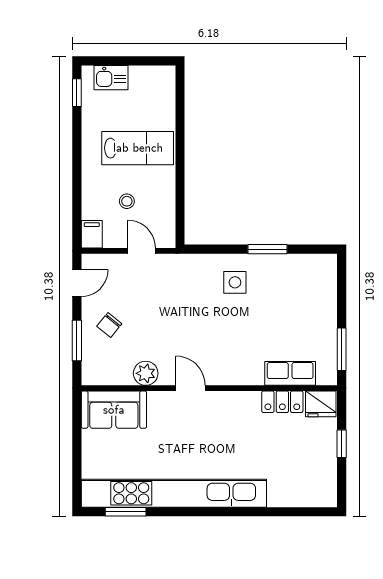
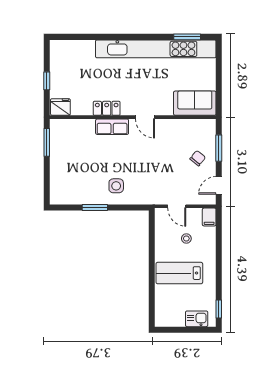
plant: (146, 373) -> (174, 127), removed
row of seats: (290, 373) -> (112, 127), moved
locker: (282, 402) -> (107, 108), moved

